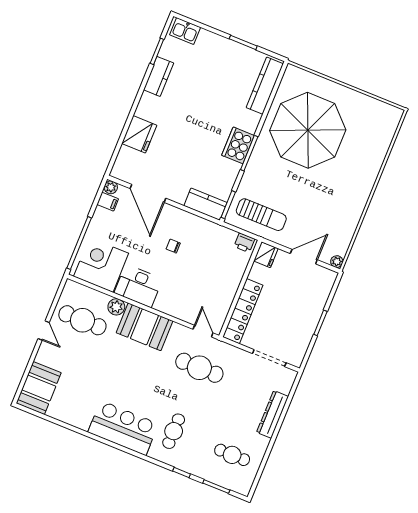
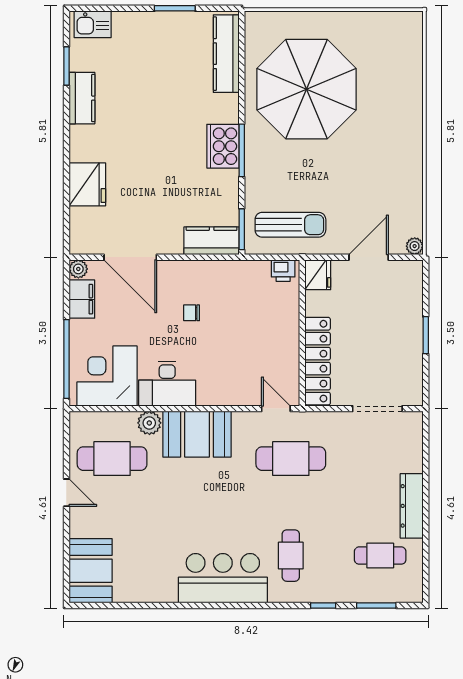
filing cabinet: (108, 202) -> (82, 299), width x2.00
dresser: (273, 414) -> (412, 506), moved

